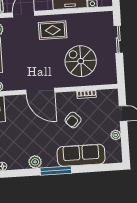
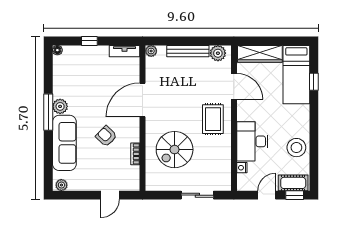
spiral stairs: (81, 61) -> (175, 150), turned 180
plant: (116, 135) -> (61, 185), moved
plant: (35, 162) -> (60, 106), moved

